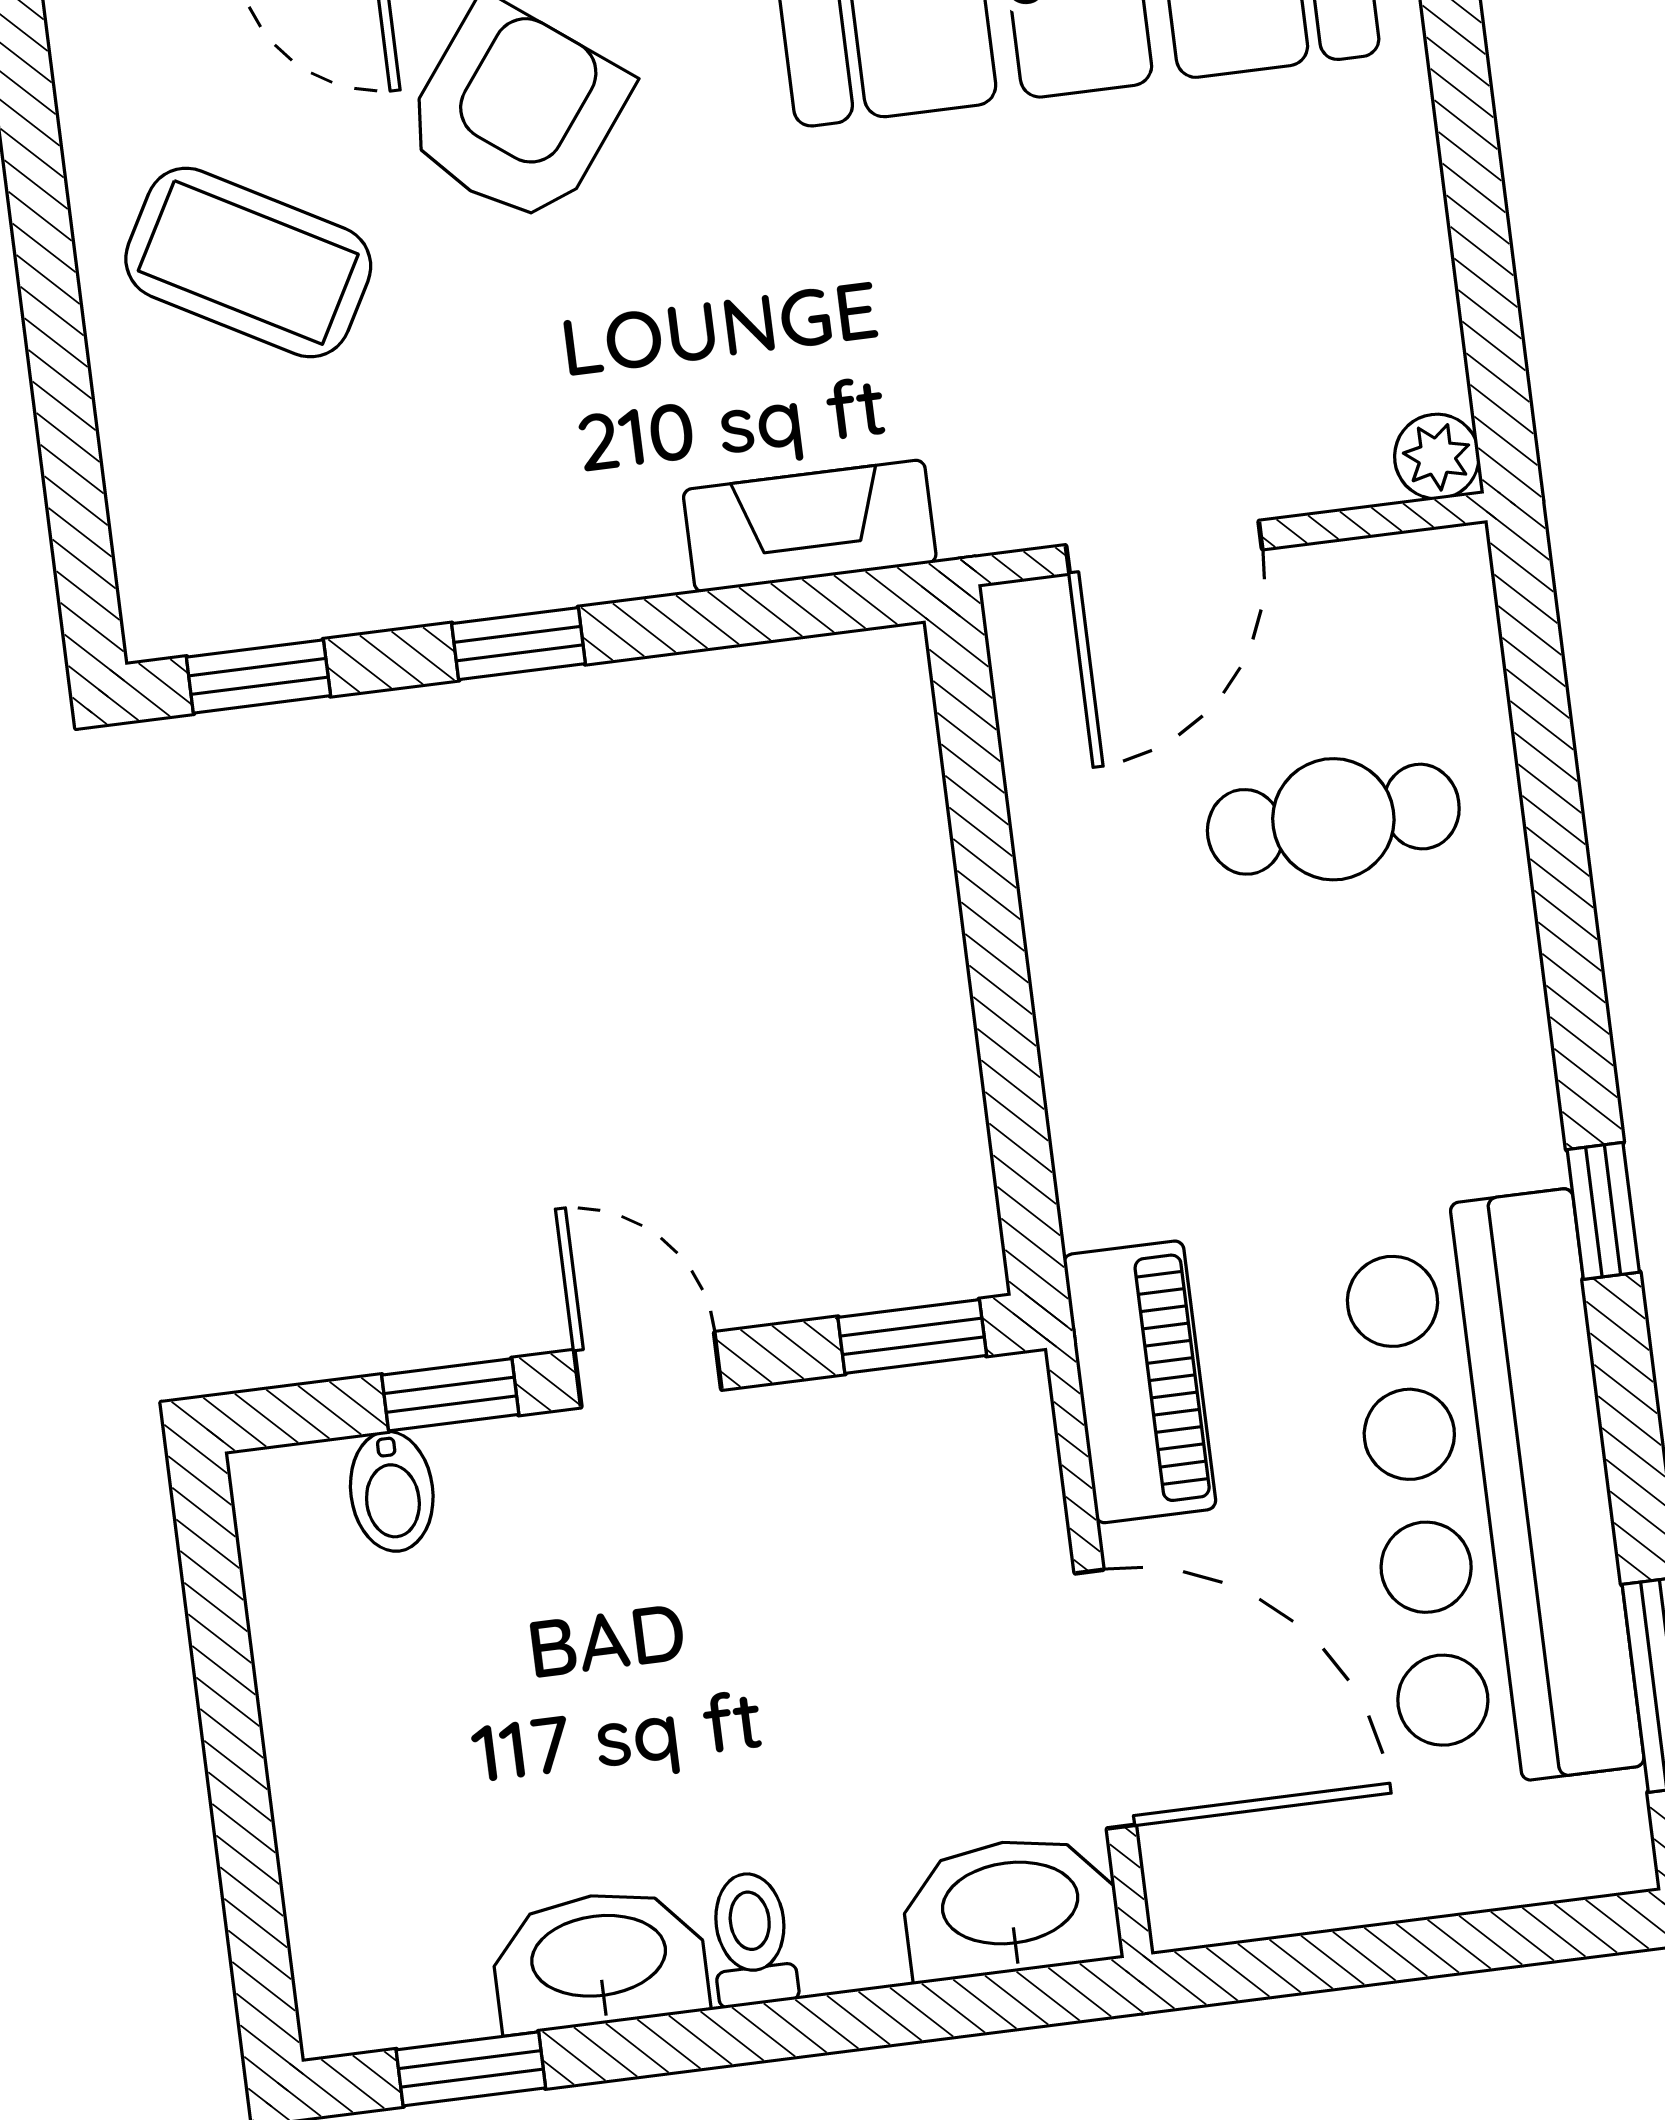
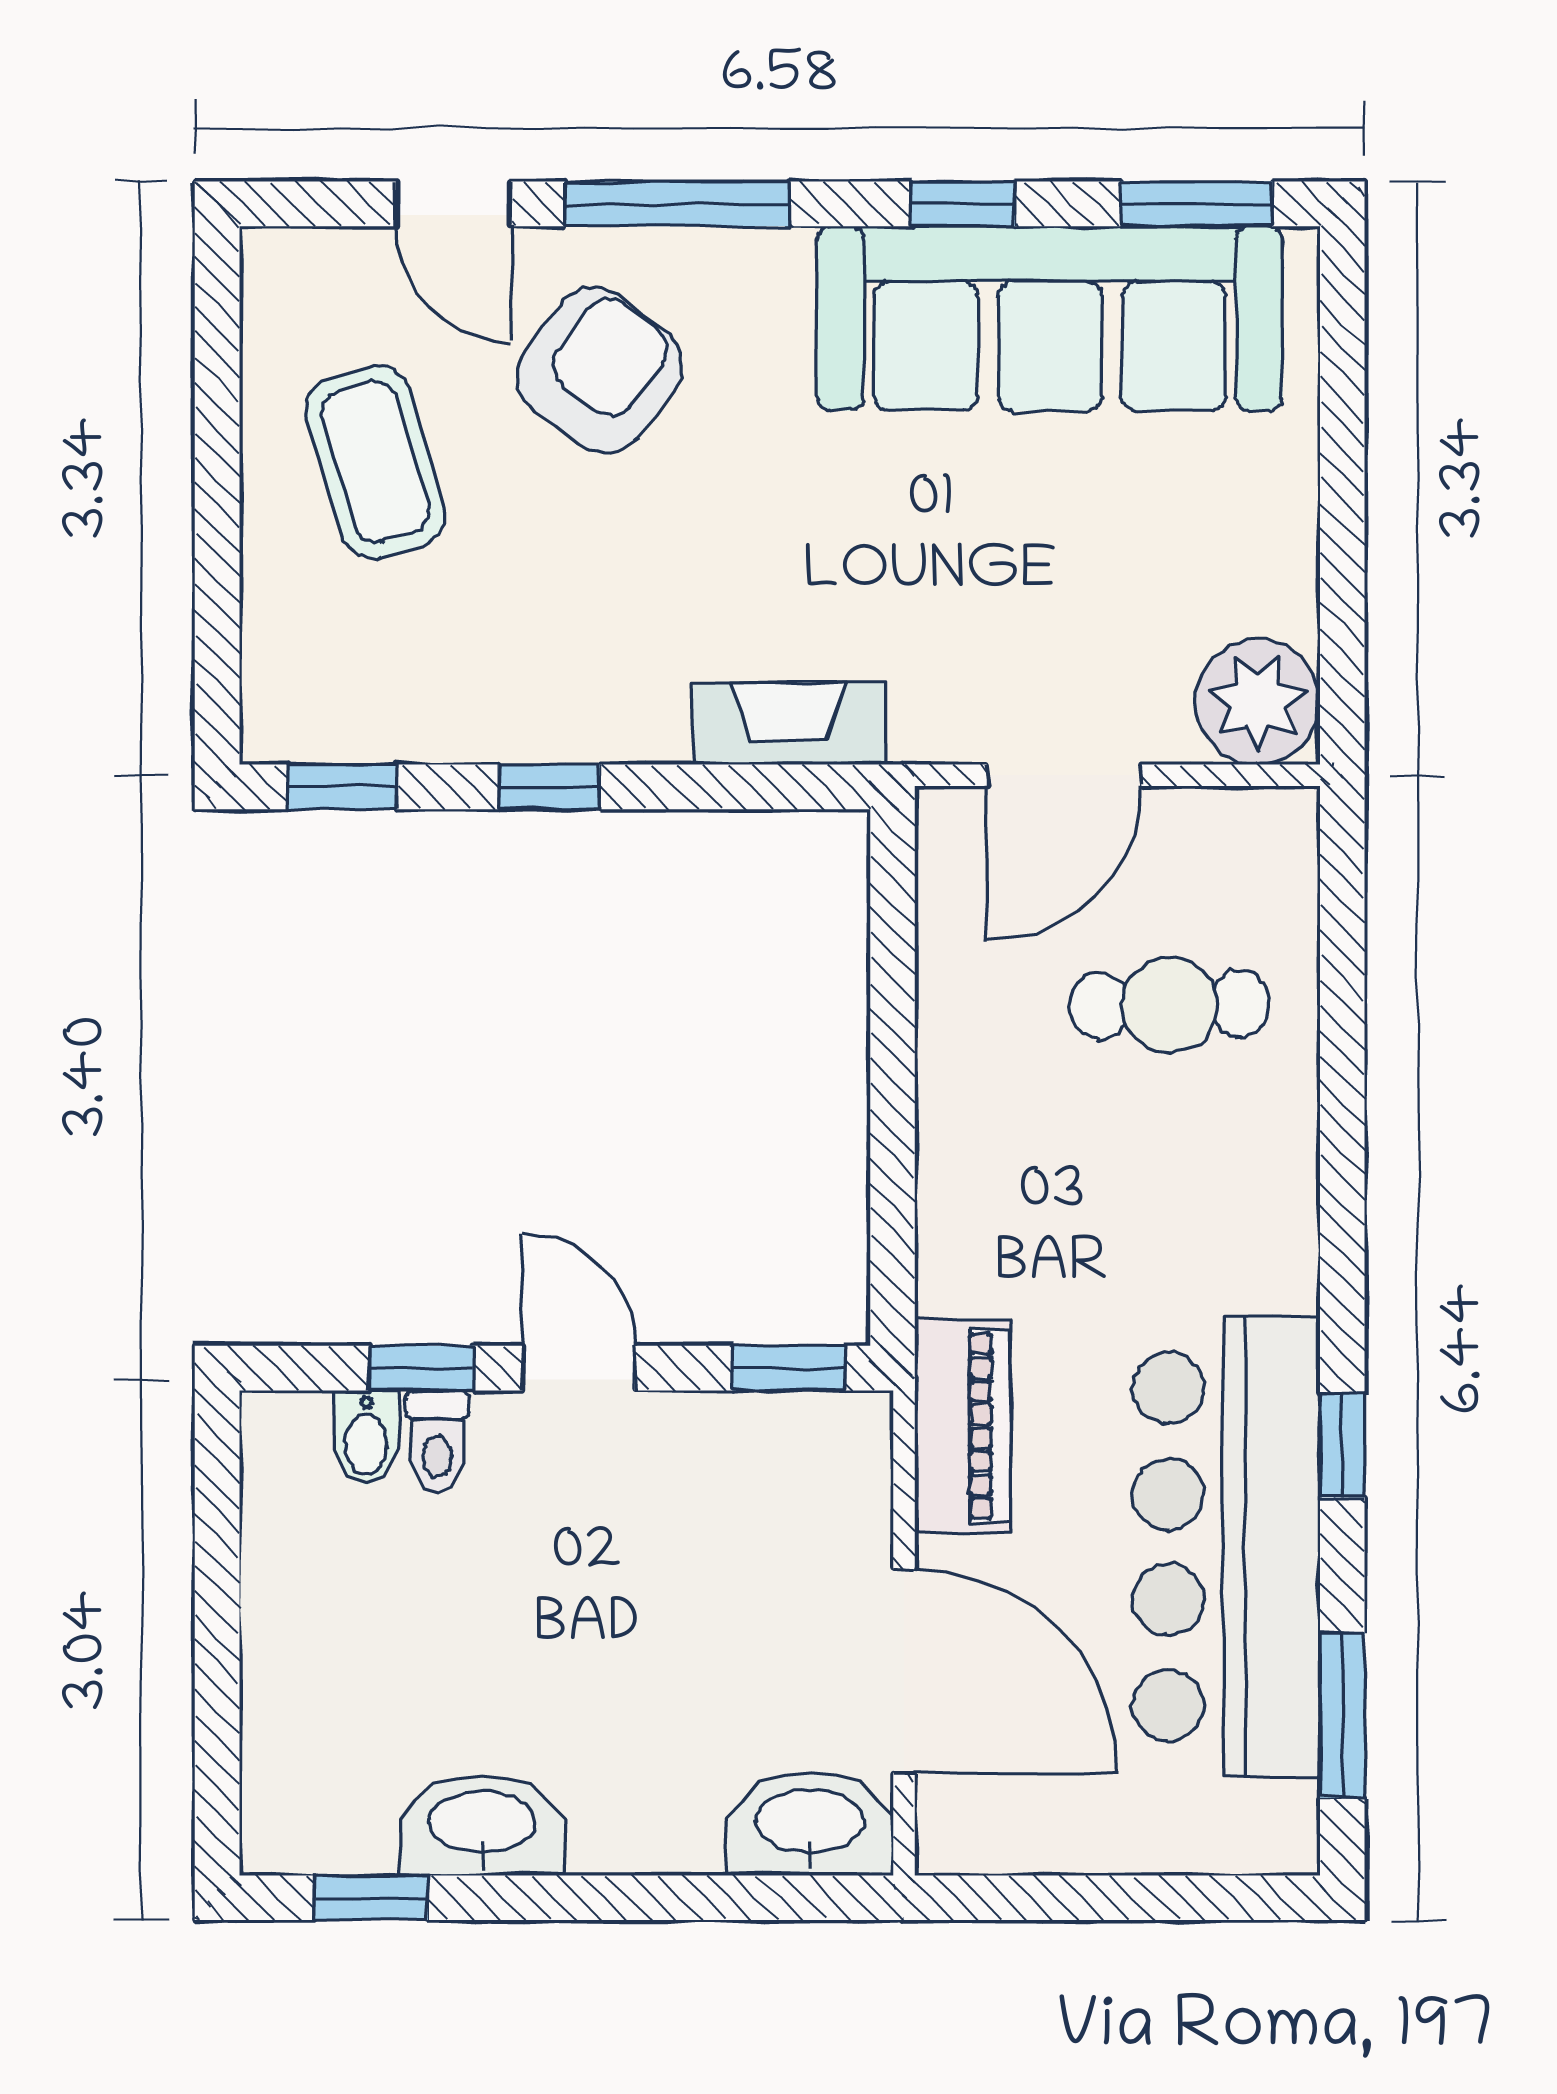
coffee table: (248, 262) -> (375, 462), turned 44
plant: (1437, 457) -> (1257, 702), width x1.88, depth x1.88
window: (1603, 1211) -> (1342, 1446), moved
toilet: (752, 1939) -> (437, 1442), moved, turned 180

